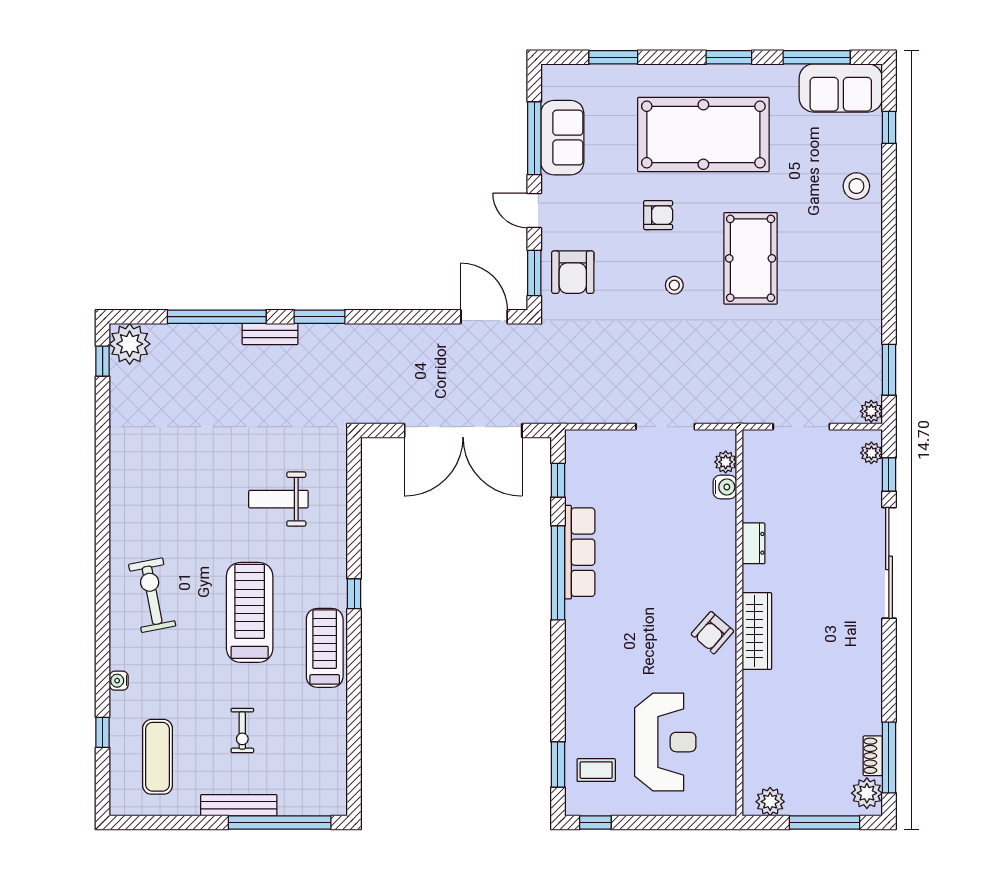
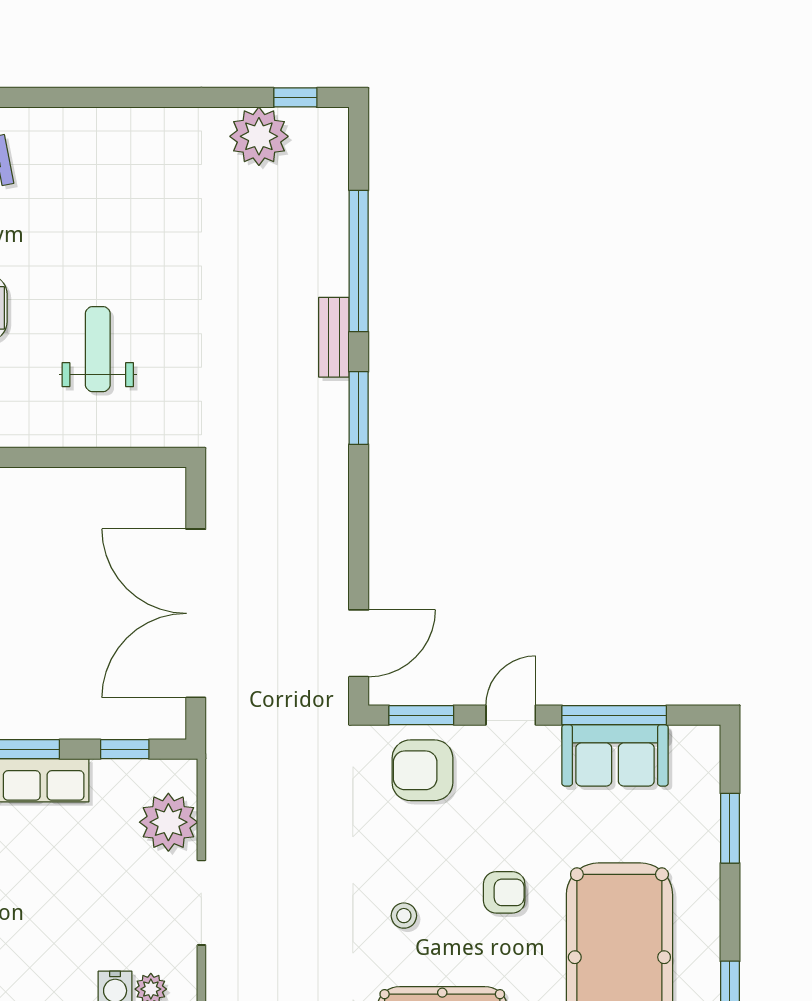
armchair: (658, 215) -> (504, 892), turned -90
plant: (130, 344) -> (259, 136), moved
plant: (609, 450) -> (168, 822), added

